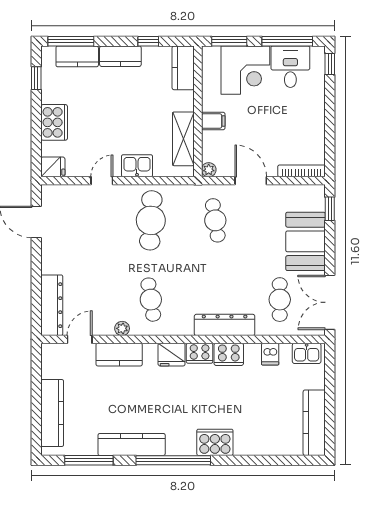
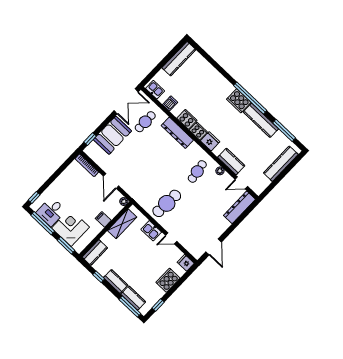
cafe table: (215, 220) -> (141, 179), removed
cooker: (215, 442) -> (239, 101), moved

